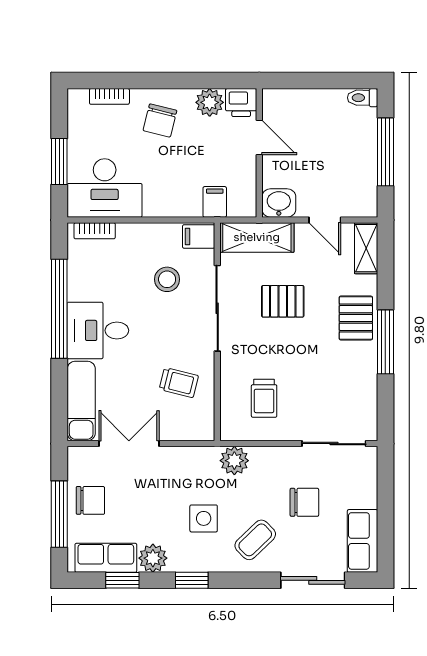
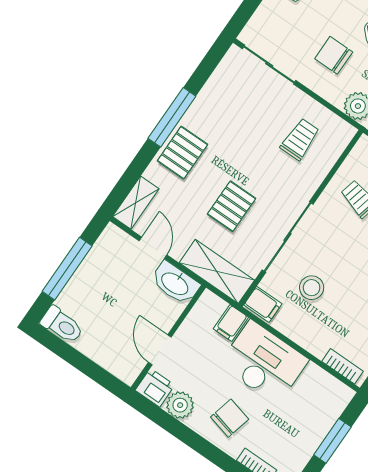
toilet: (363, 98) -> (62, 325), width x1.37, depth x1.39
desk: (105, 188) -> (264, 362), moved
washbasin: (279, 203) -> (175, 283), width x1.38
pallet: (283, 301) -> (231, 206), turned 90
chair: (304, 502) -> (334, 55), moved

